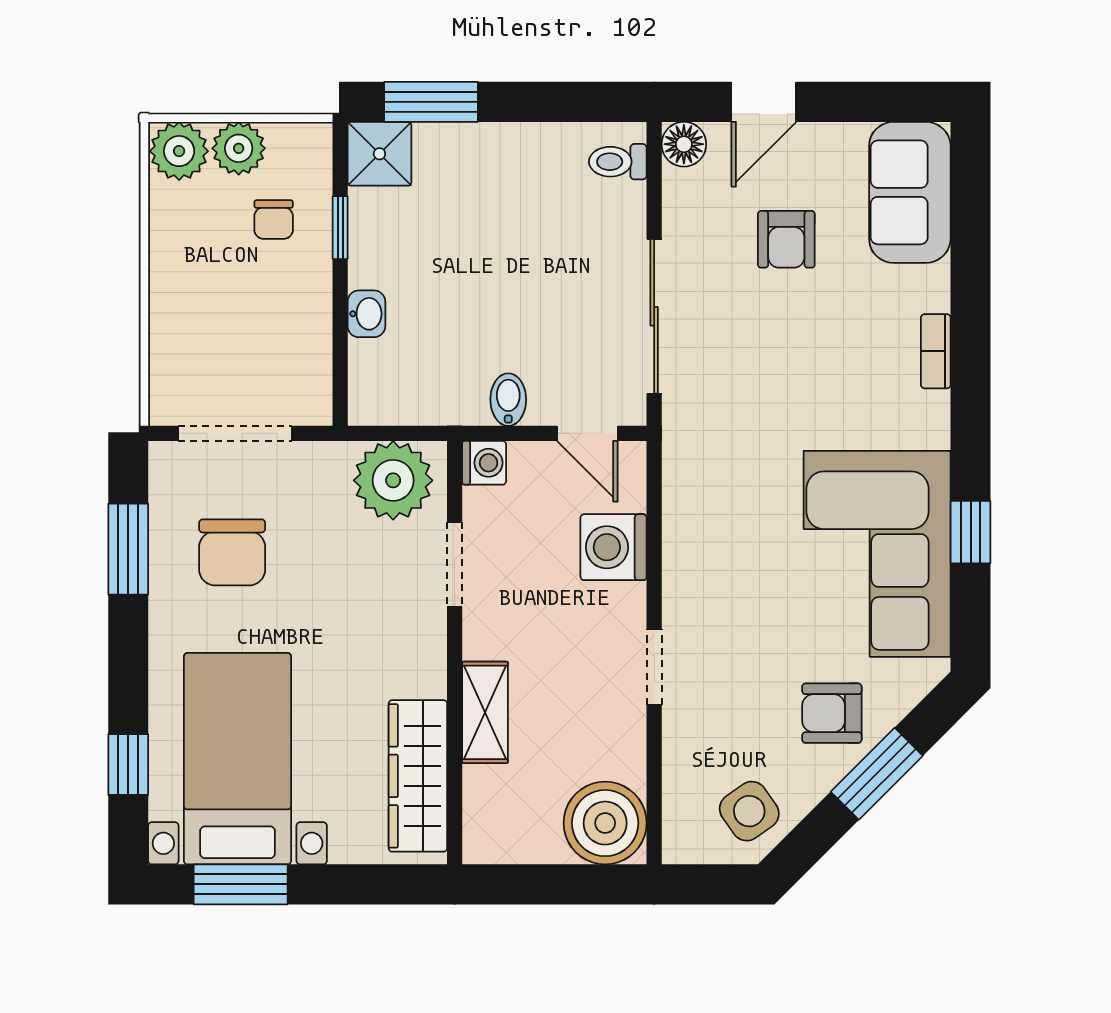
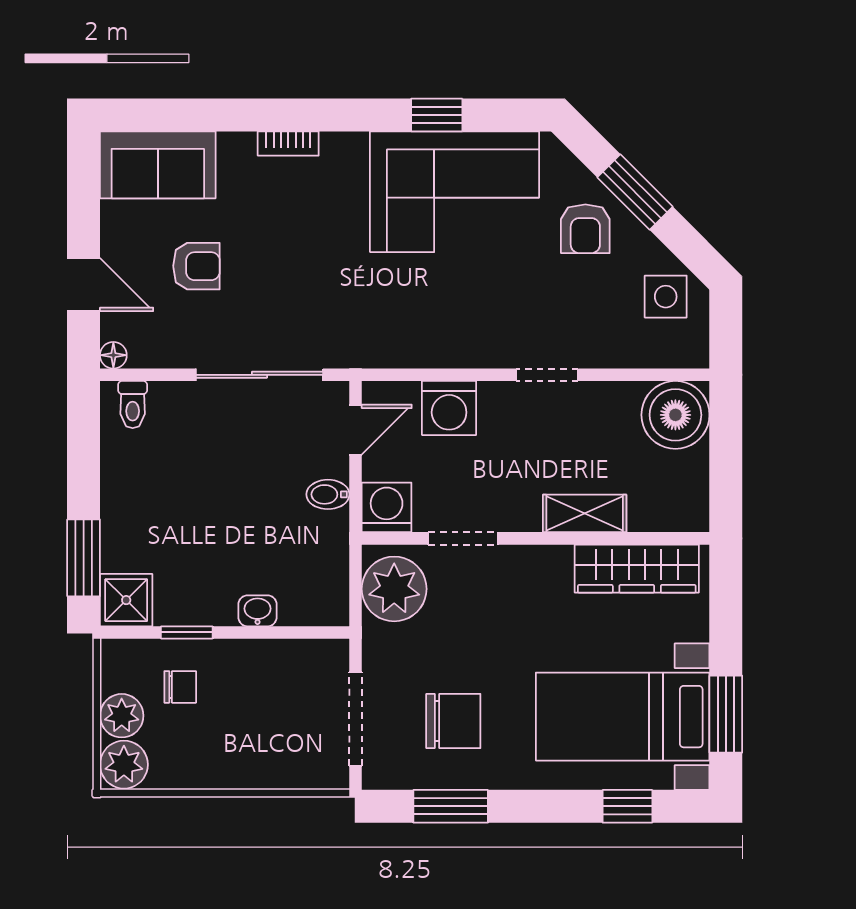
floor lamp: (684, 144) -> (113, 355), width x0.73, depth x0.73
washing machine: (484, 463) -> (387, 507), width x1.38, depth x1.38
side table: (749, 811) -> (666, 297), turned 35

